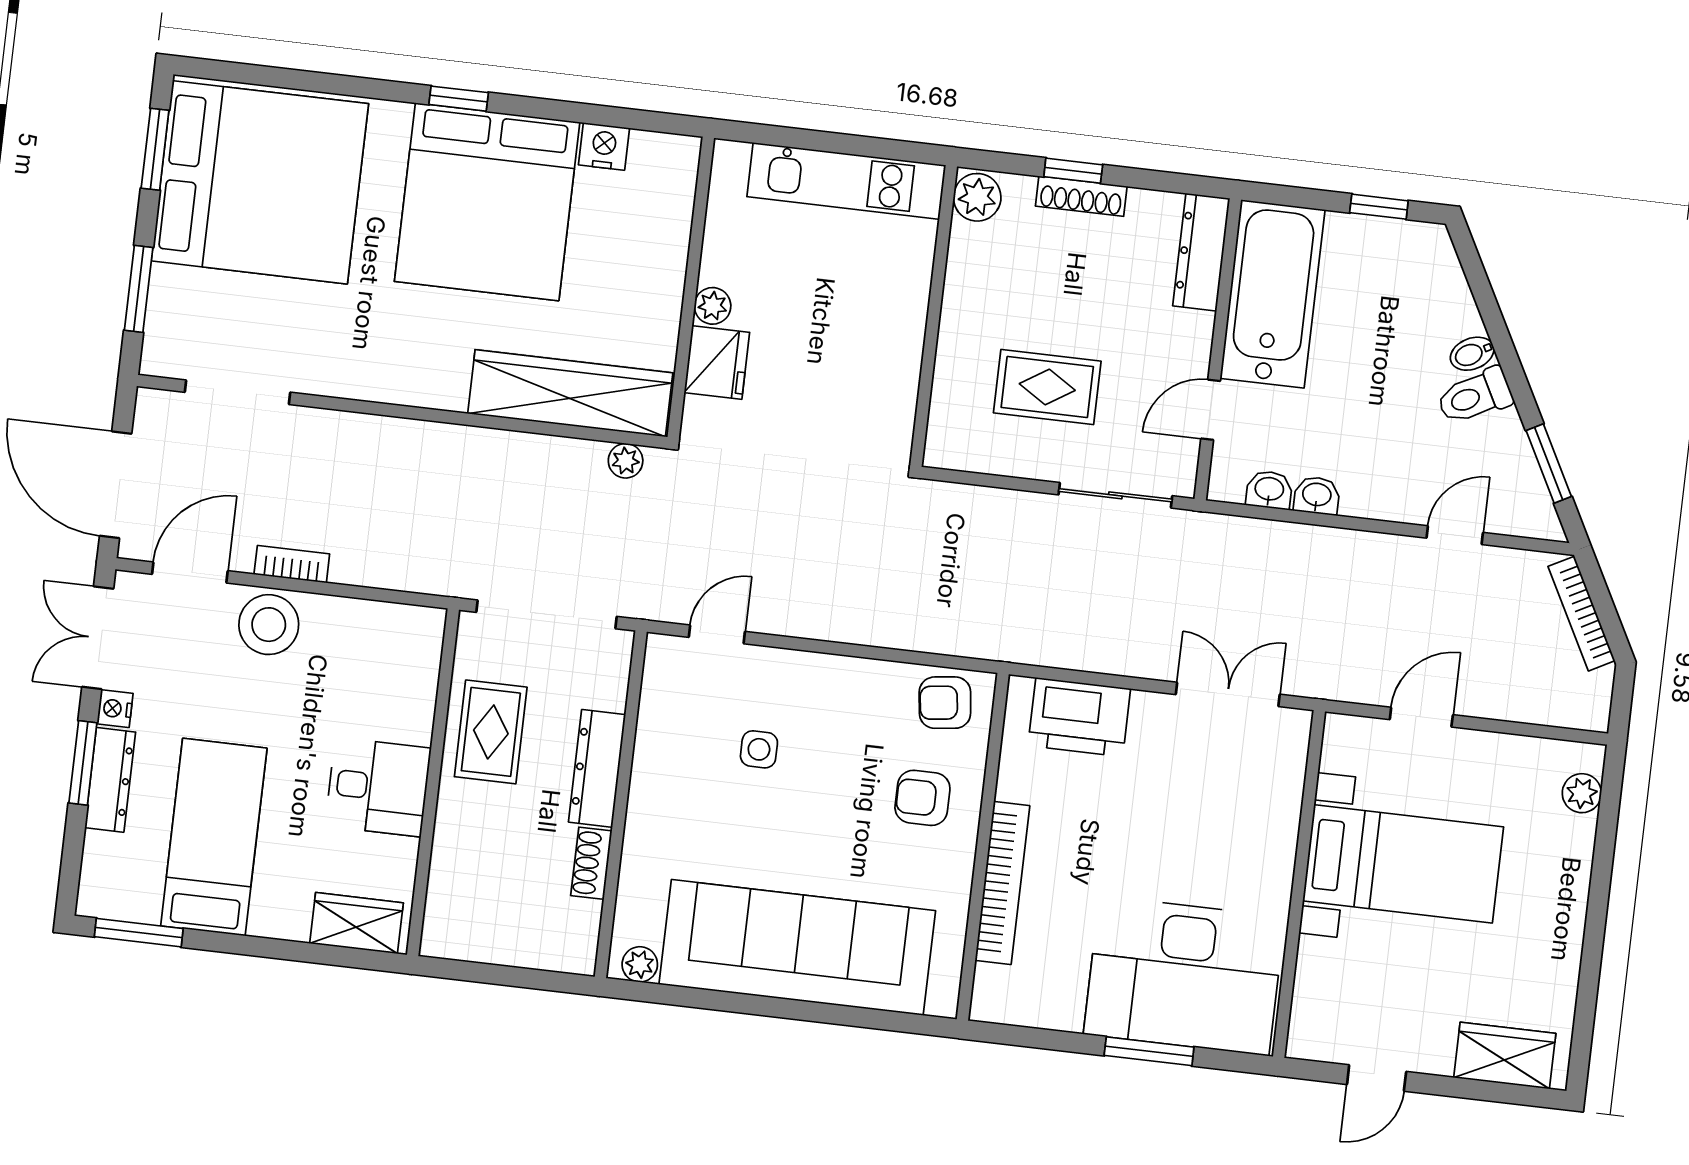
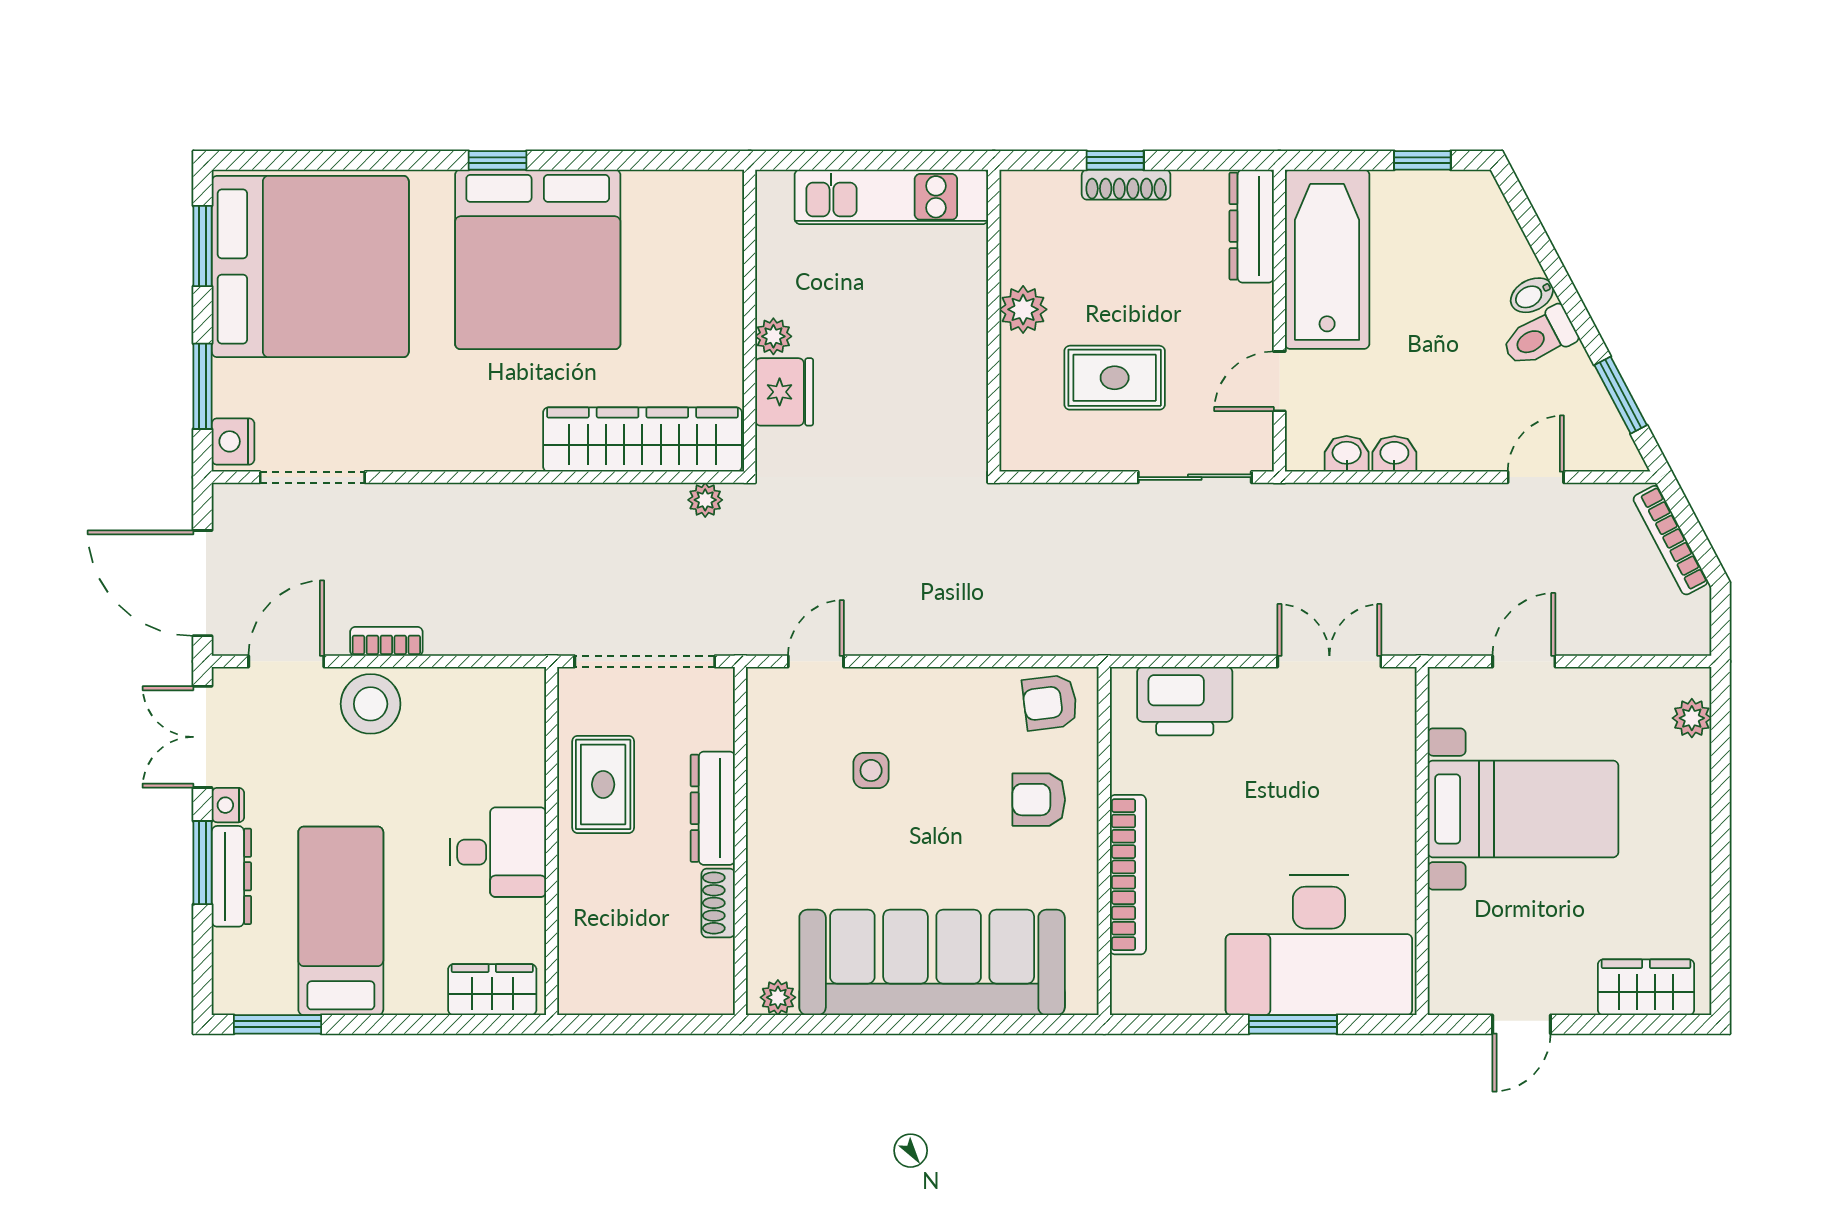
nightstand: (604, 146) -> (233, 441), moved, turned -90
plant: (977, 197) -> (1023, 309), moved

